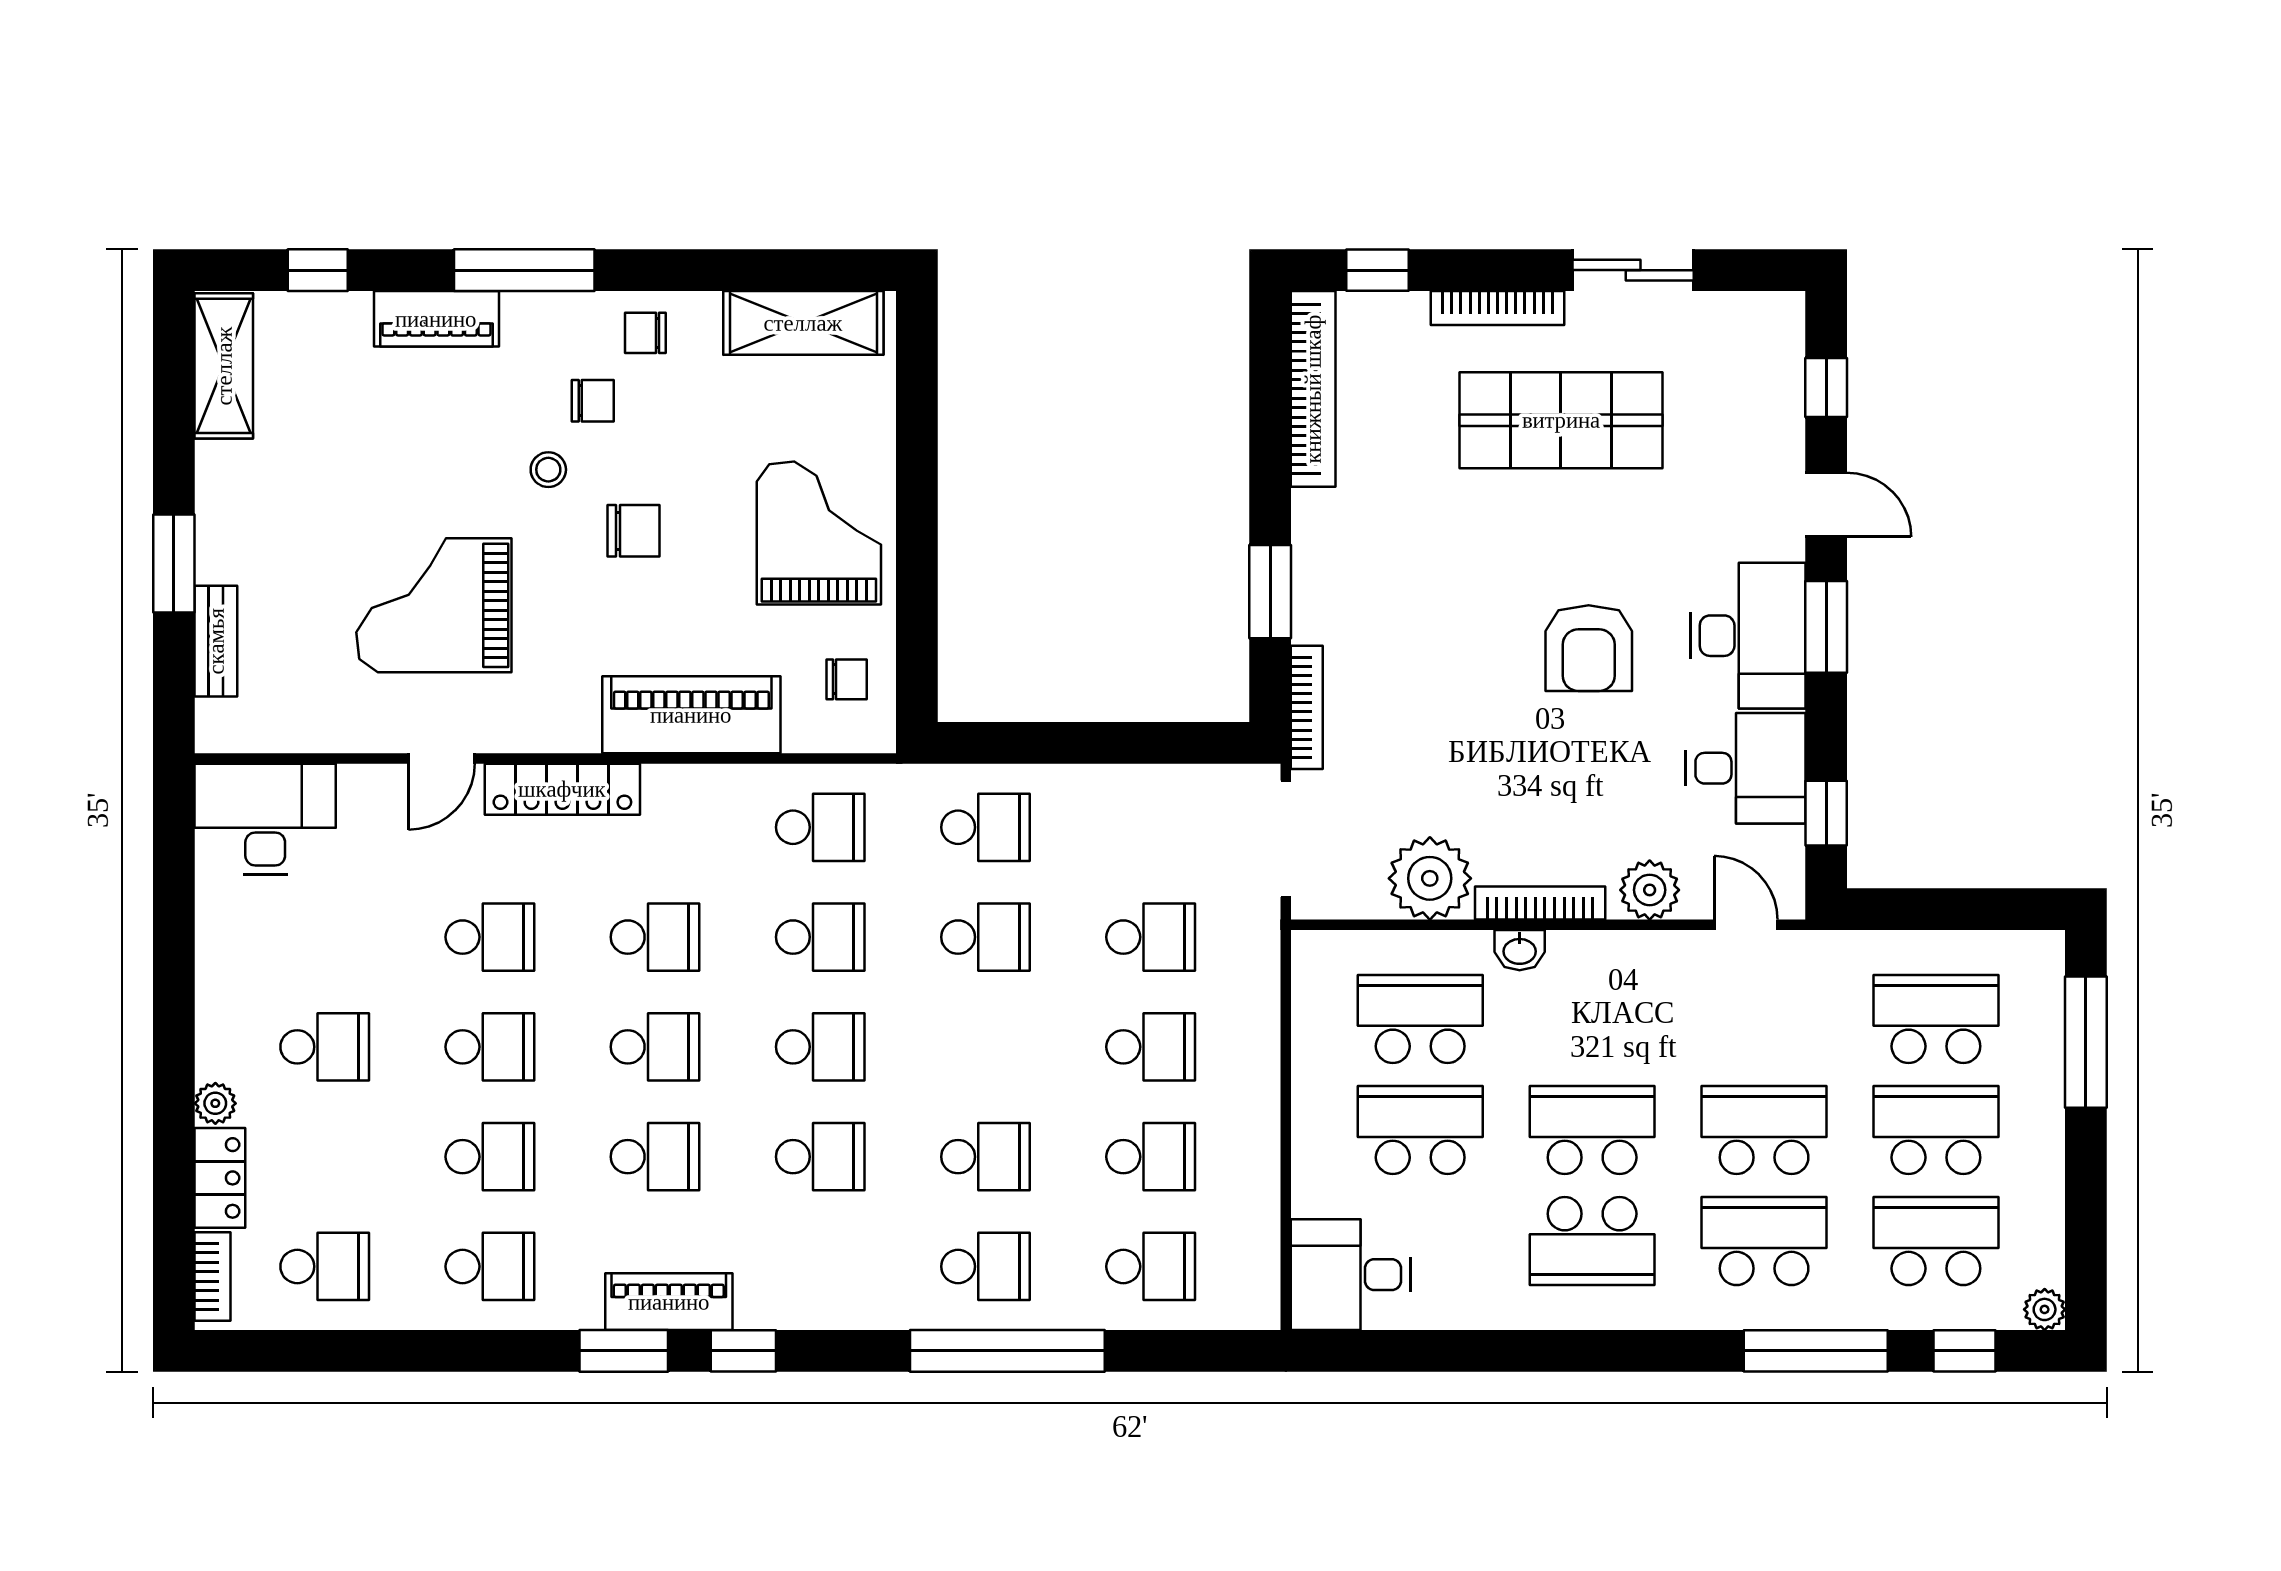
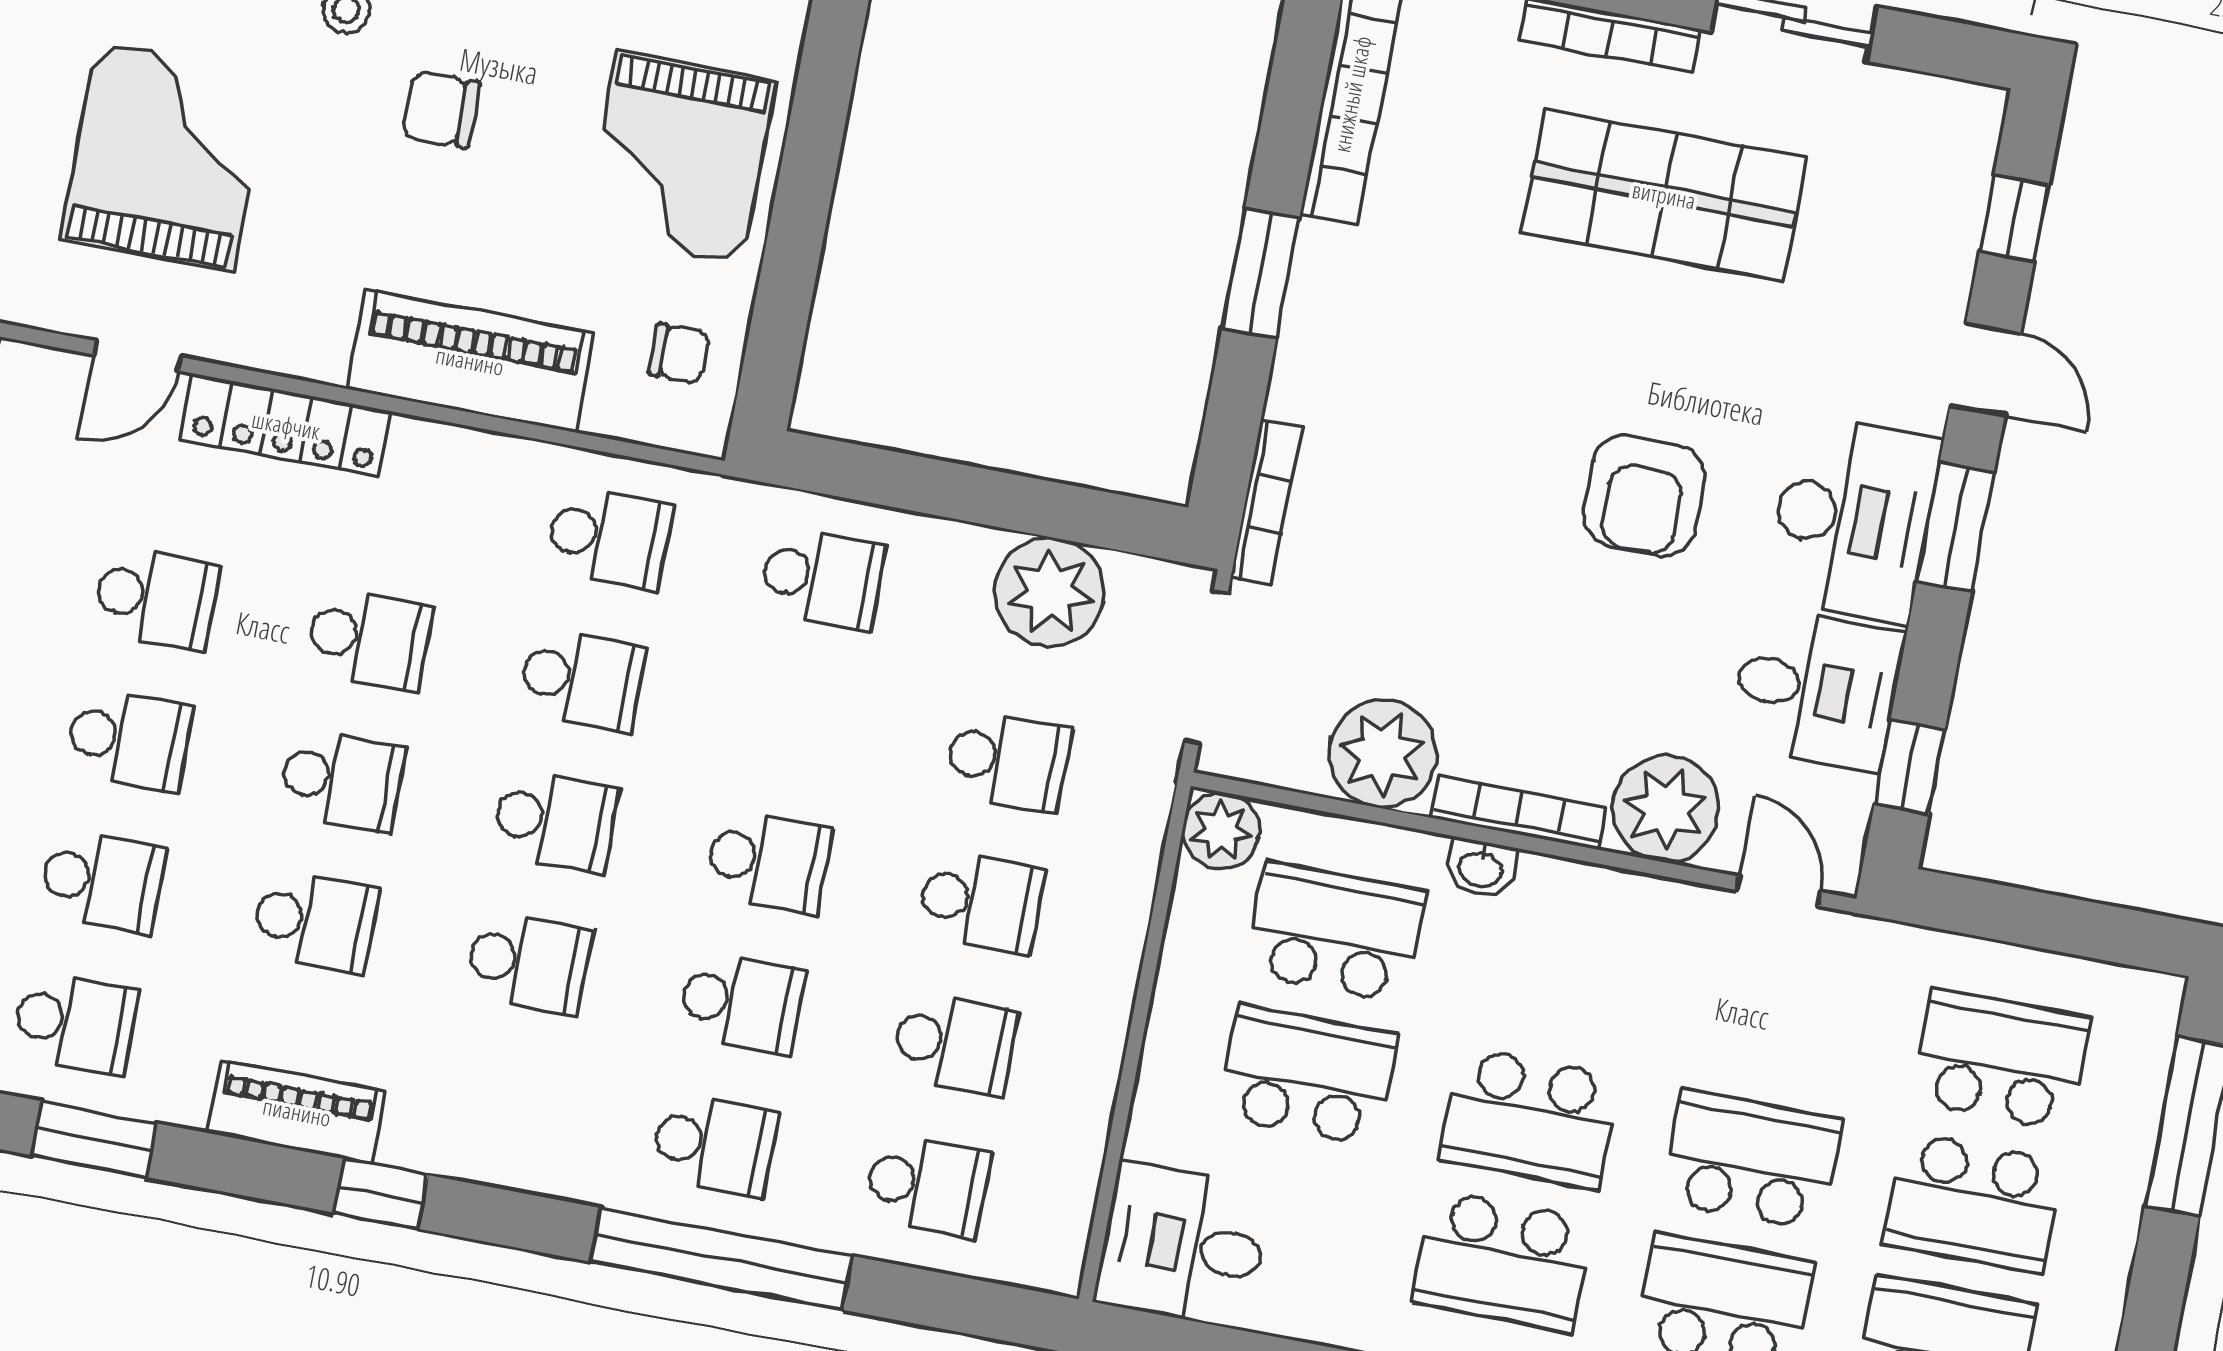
chair: (634, 531) -> (441, 109), turned 180
grand piano: (819, 533) -> (680, 158), turned 180
window: (1270, 592) -> (1261, 273), moved
grand piano: (434, 605) -> (165, 156), turned 90
plant: (1158, 805) -> (1050, 592), added
plant: (1650, 890) -> (1666, 809), width x1.36, depth x1.36
school desk: (985, 937) -> (768, 862), moved
plant: (1320, 959) -> (1221, 831), added
school desk: (1592, 1130) -> (1530, 1118), turned 180
school desk: (1936, 1130) -> (1973, 1203), turned 180
window: (624, 1351) -> (94, 1139), moved

